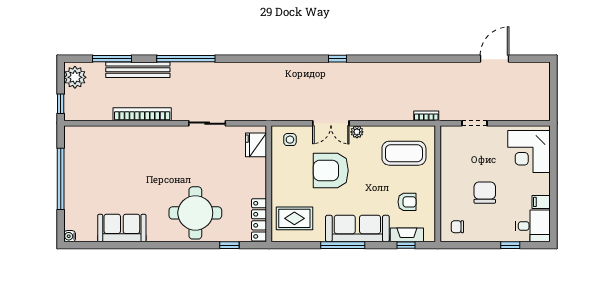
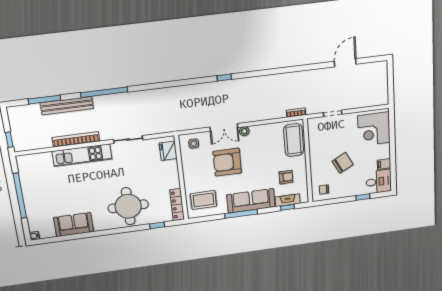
plant: (75, 77) -> (17, 118), removed
kitchen unit: (147, 136) -> (82, 155), added
coffee table: (404, 153) -> (294, 140), moved, turned 90
chair: (485, 193) -> (343, 163), turned 62

